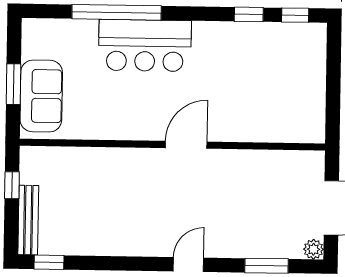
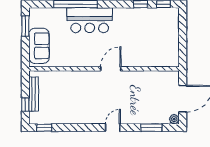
window: (14, 84) -> (25, 26), moved
window: (12, 185) -> (25, 105), moved
bench: (28, 220) -> (34, 94), moved

